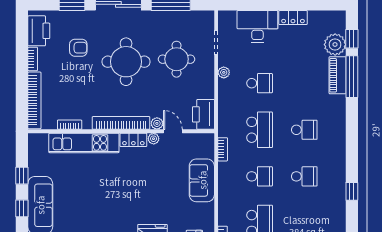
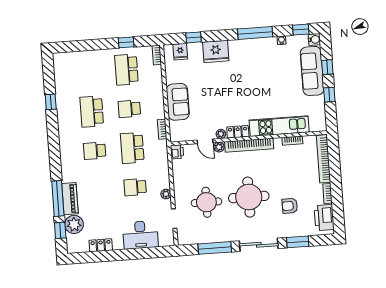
locker: (293, 18) -> (101, 245), moved
printer: (203, 114) -> (177, 152), width x0.53, depth x0.68
school desk: (304, 176) -> (92, 112), width x1.85

